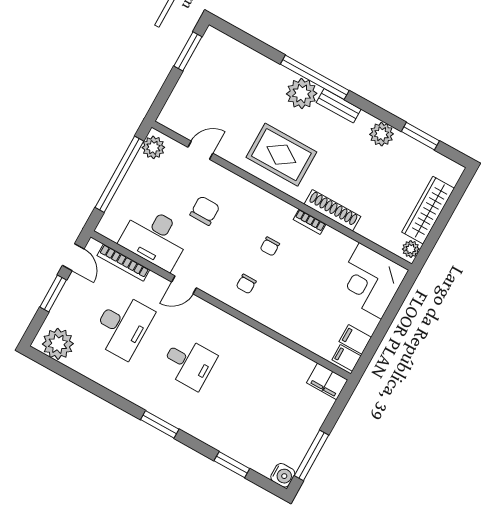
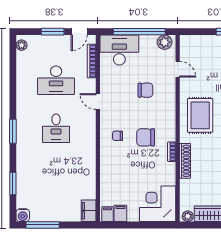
desk: (155, 238) -> (119, 50), moved, turned 90
chair: (270, 246) -> (146, 137), width x1.87, depth x1.87
plant: (58, 344) -> (22, 45), width x0.53, depth x0.53

